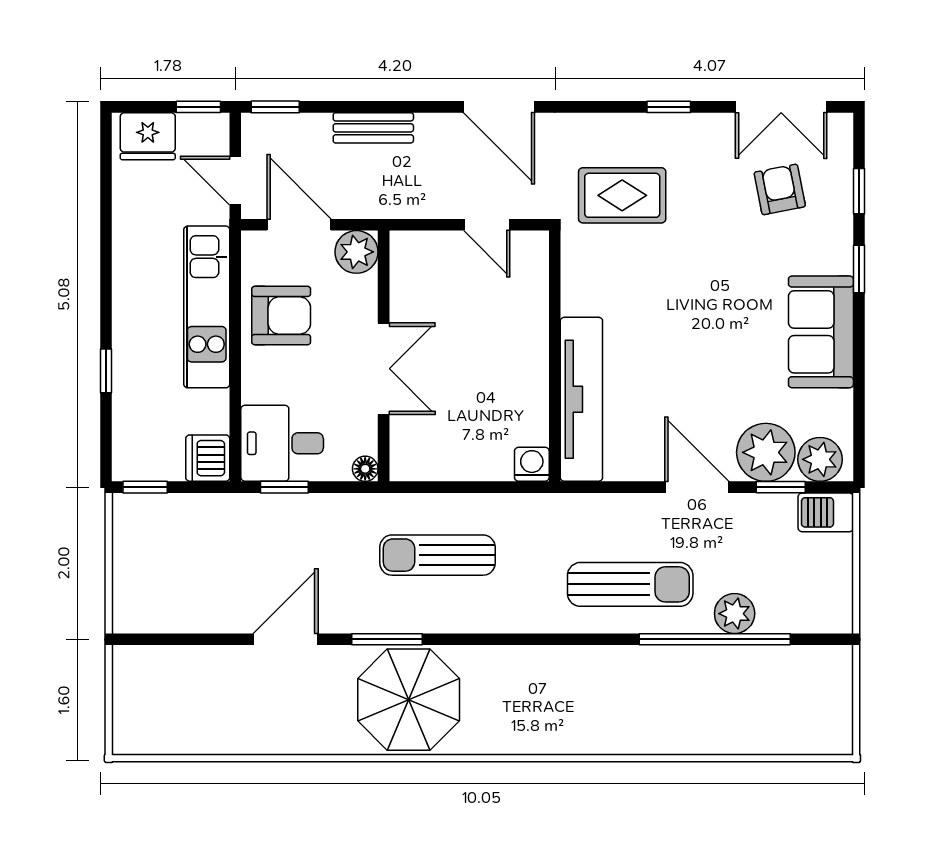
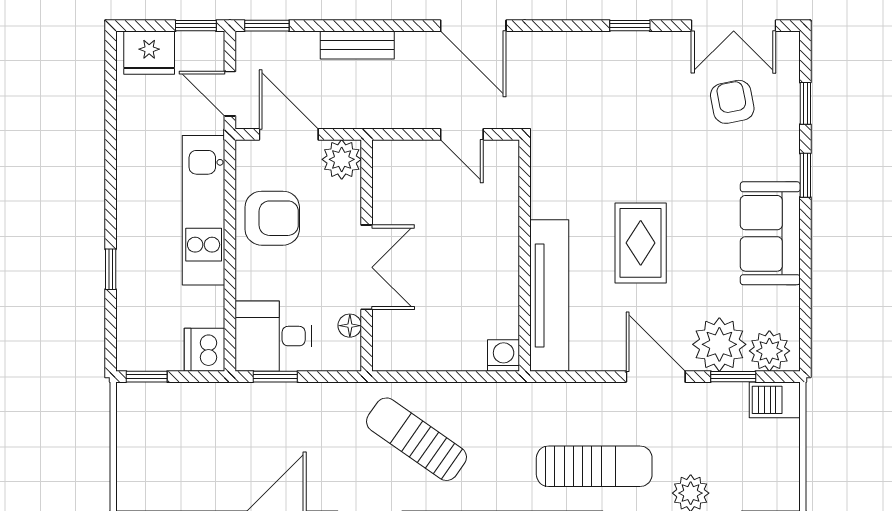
rug: (622, 195) -> (641, 243), moved, turned 90
floor lamp: (365, 469) -> (350, 326), moved
sun lounger: (438, 555) -> (416, 439), turned 35

